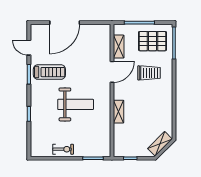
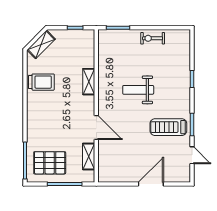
door: (65, 23) -> (151, 184), width x0.73
door: (112, 72) -> (96, 127), swing flipped
trolley: (149, 73) -> (41, 82), moved, turned 180
weight bench: (76, 104) -> (138, 90), width x0.73, depth x0.75

